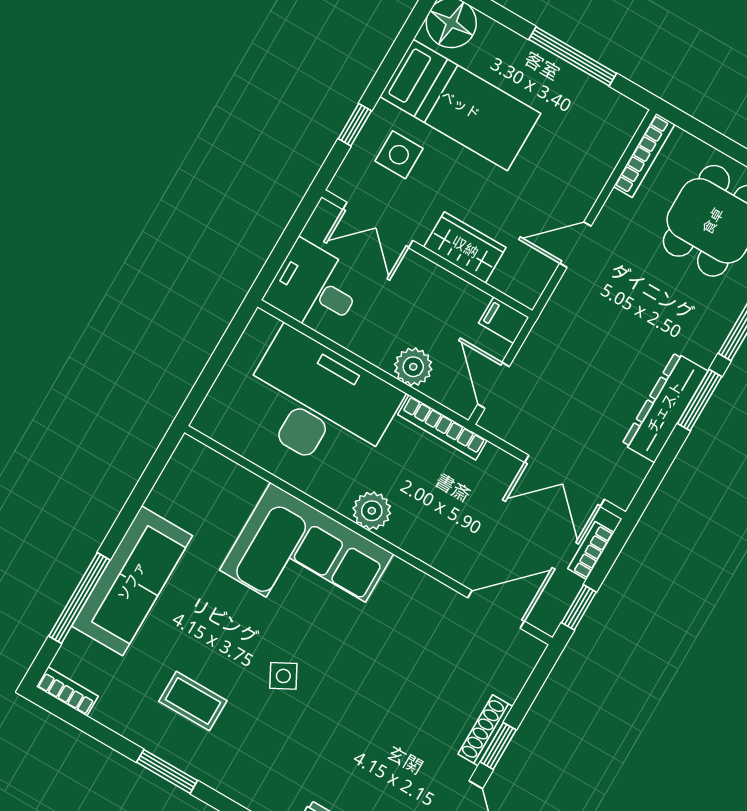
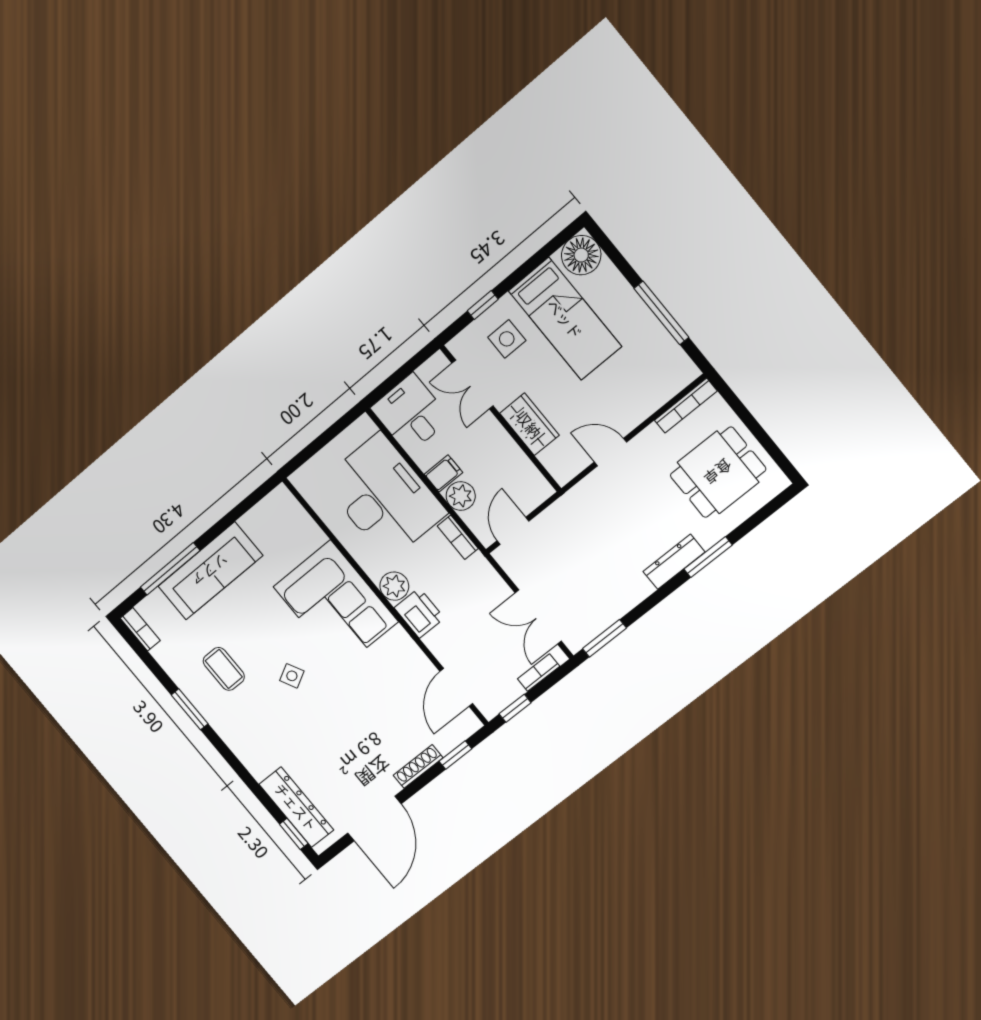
filing cabinet: (504, 320) -> (443, 473), moved, turned 90
window: (700, 400) -> (604, 638), moved
dresser: (665, 407) -> (674, 562), moved, width x0.73, depth x0.80
bookcase: (442, 427) -> (458, 537), width x0.64
printer: (415, 533) -> (419, 613), added
door: (496, 609) -> (456, 687), swing flipped
window: (498, 746) -> (455, 755), moved

